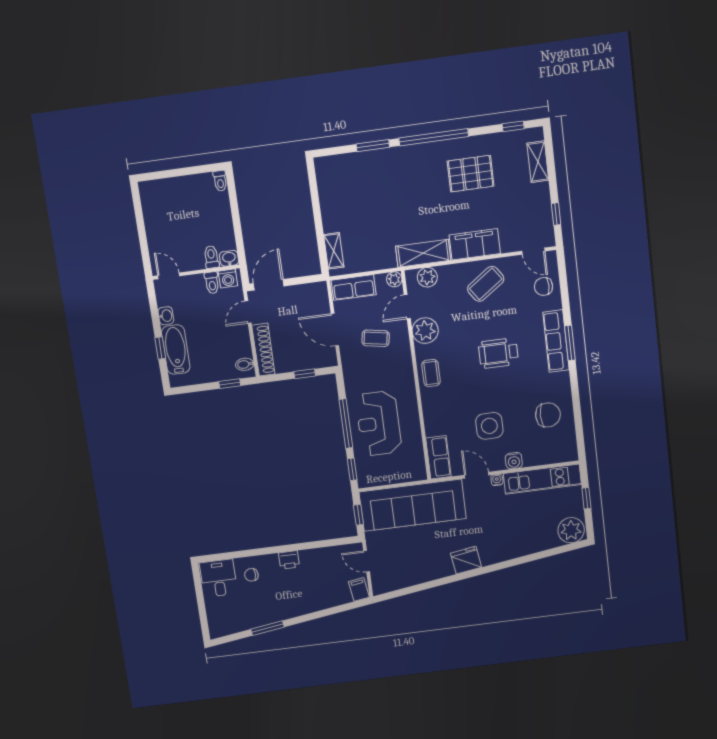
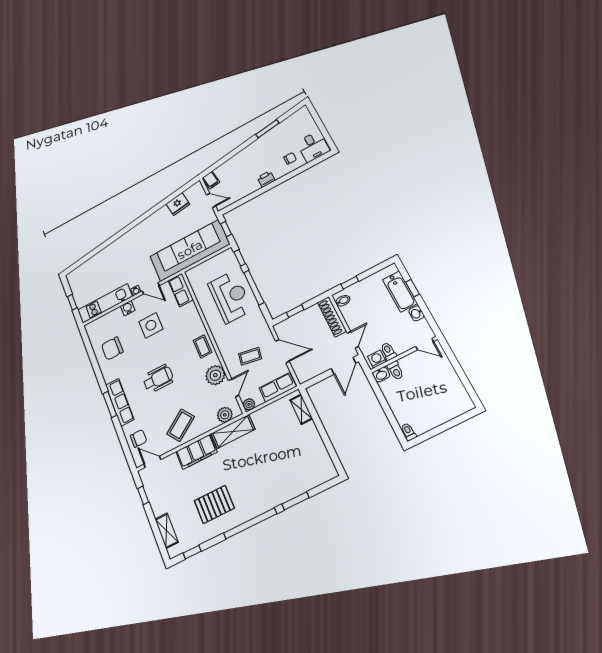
plant: (571, 530) -> (77, 277), removed
fridge: (466, 560) -> (178, 204), moved

